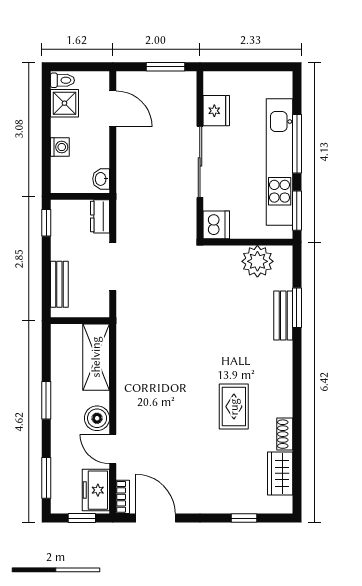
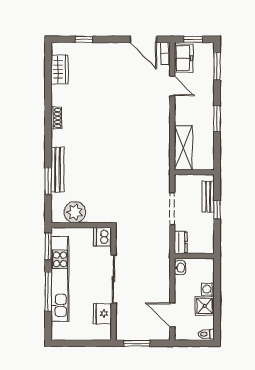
shower: (64, 103) -> (205, 306), moved
window: (46, 223) -> (217, 210), moved
bench: (283, 316) -> (57, 170), width x1.36
rug: (234, 407) -> (91, 114), removed
boiler: (97, 418) -> (183, 107), removed
shoe rack: (285, 434) -> (56, 118), moved

